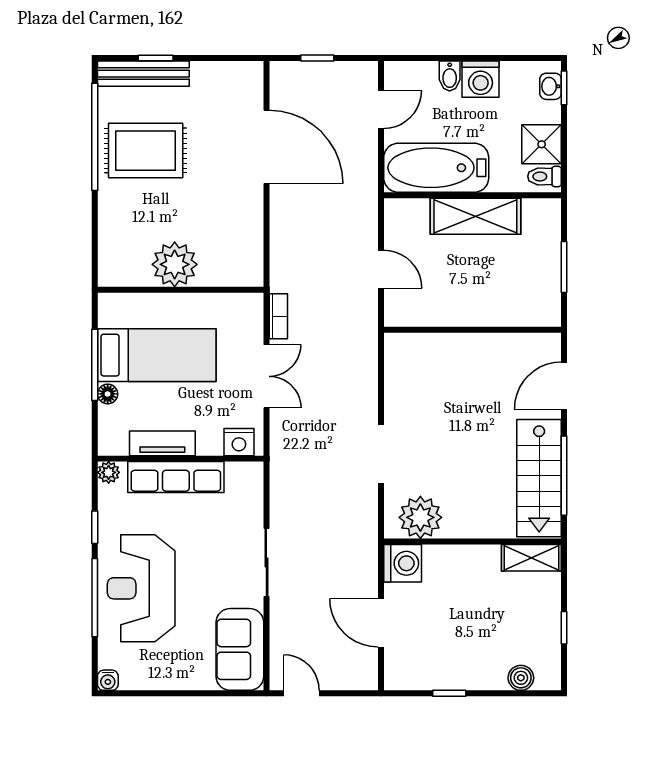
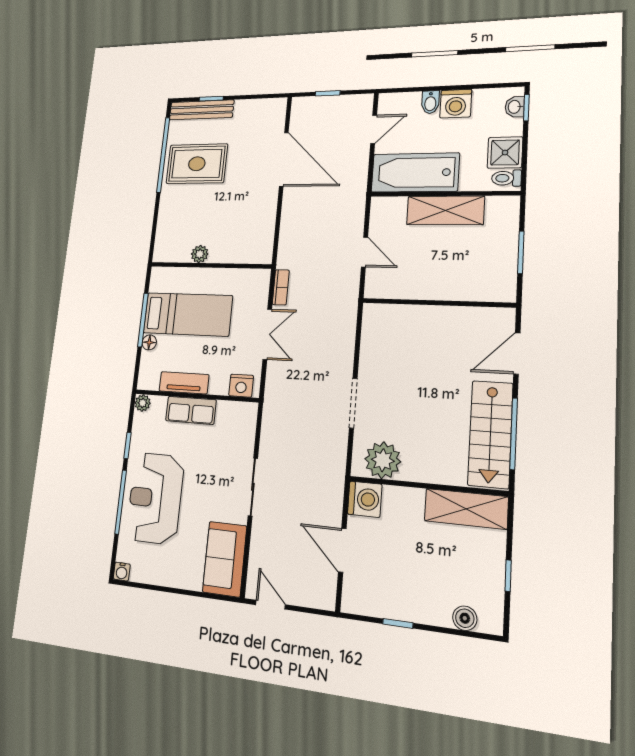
plant: (175, 264) -> (200, 254), width x0.53, depth x0.53
row of seats: (176, 477) -> (191, 410), width x0.68
shelving: (531, 558) -> (466, 509), width x1.50, depth x1.33

